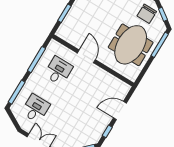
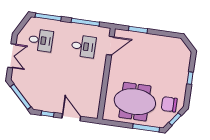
door: (86, 56) -> (110, 46), moved

